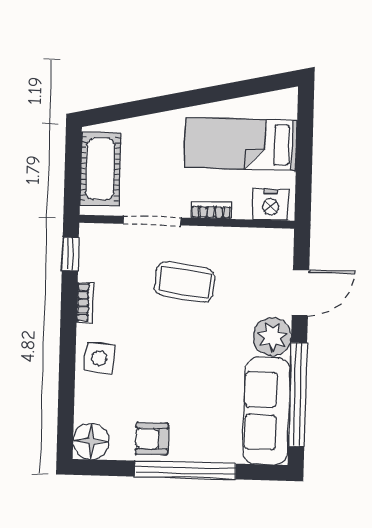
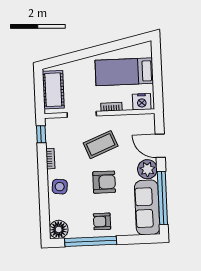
coffee table: (185, 282) -> (101, 145), turned -30
door: (300, 293) -> (160, 146), swing flipped
armchair: (186, 356) -> (104, 182), added
armchair: (152, 439) -> (102, 221), moved
window: (185, 470) -> (91, 241), moved

